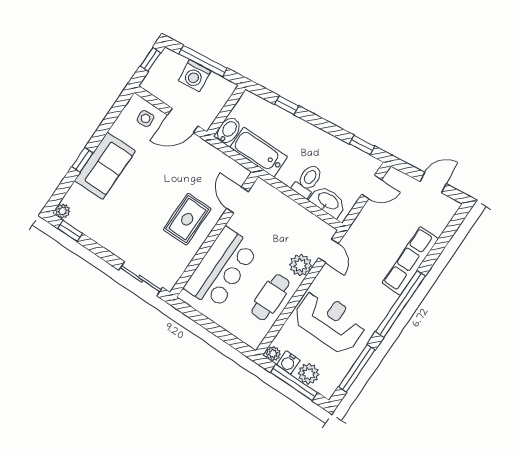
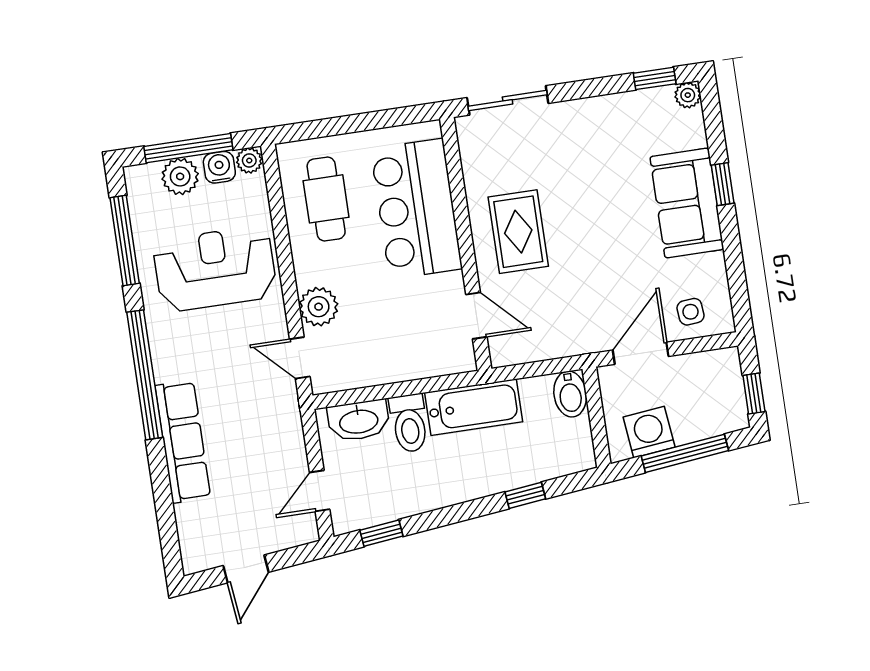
washing machine: (195, 76) -> (649, 432), moved
bathtub: (259, 152) -> (474, 407), moved
cafe table: (270, 297) -> (326, 199), moved
reception desk: (330, 321) -> (215, 269), turned 180

